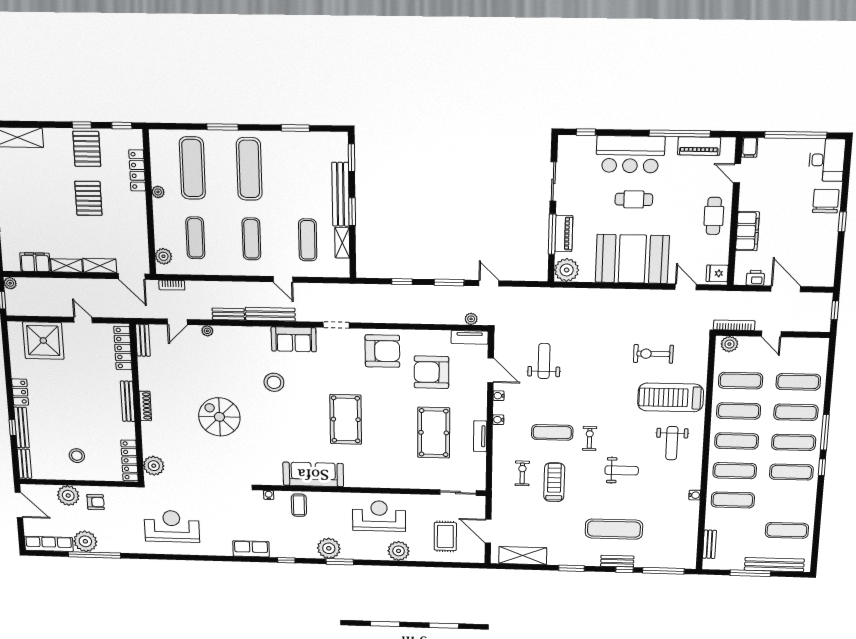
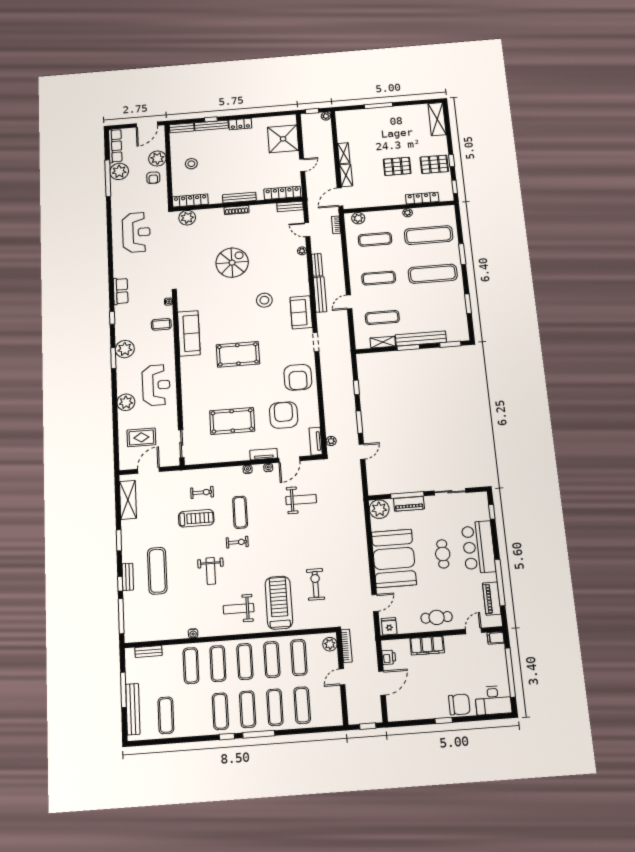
filing cabinet: (35, 262) -> (344, 132), removed
tv unit: (480, 436) -> (264, 454), moved

